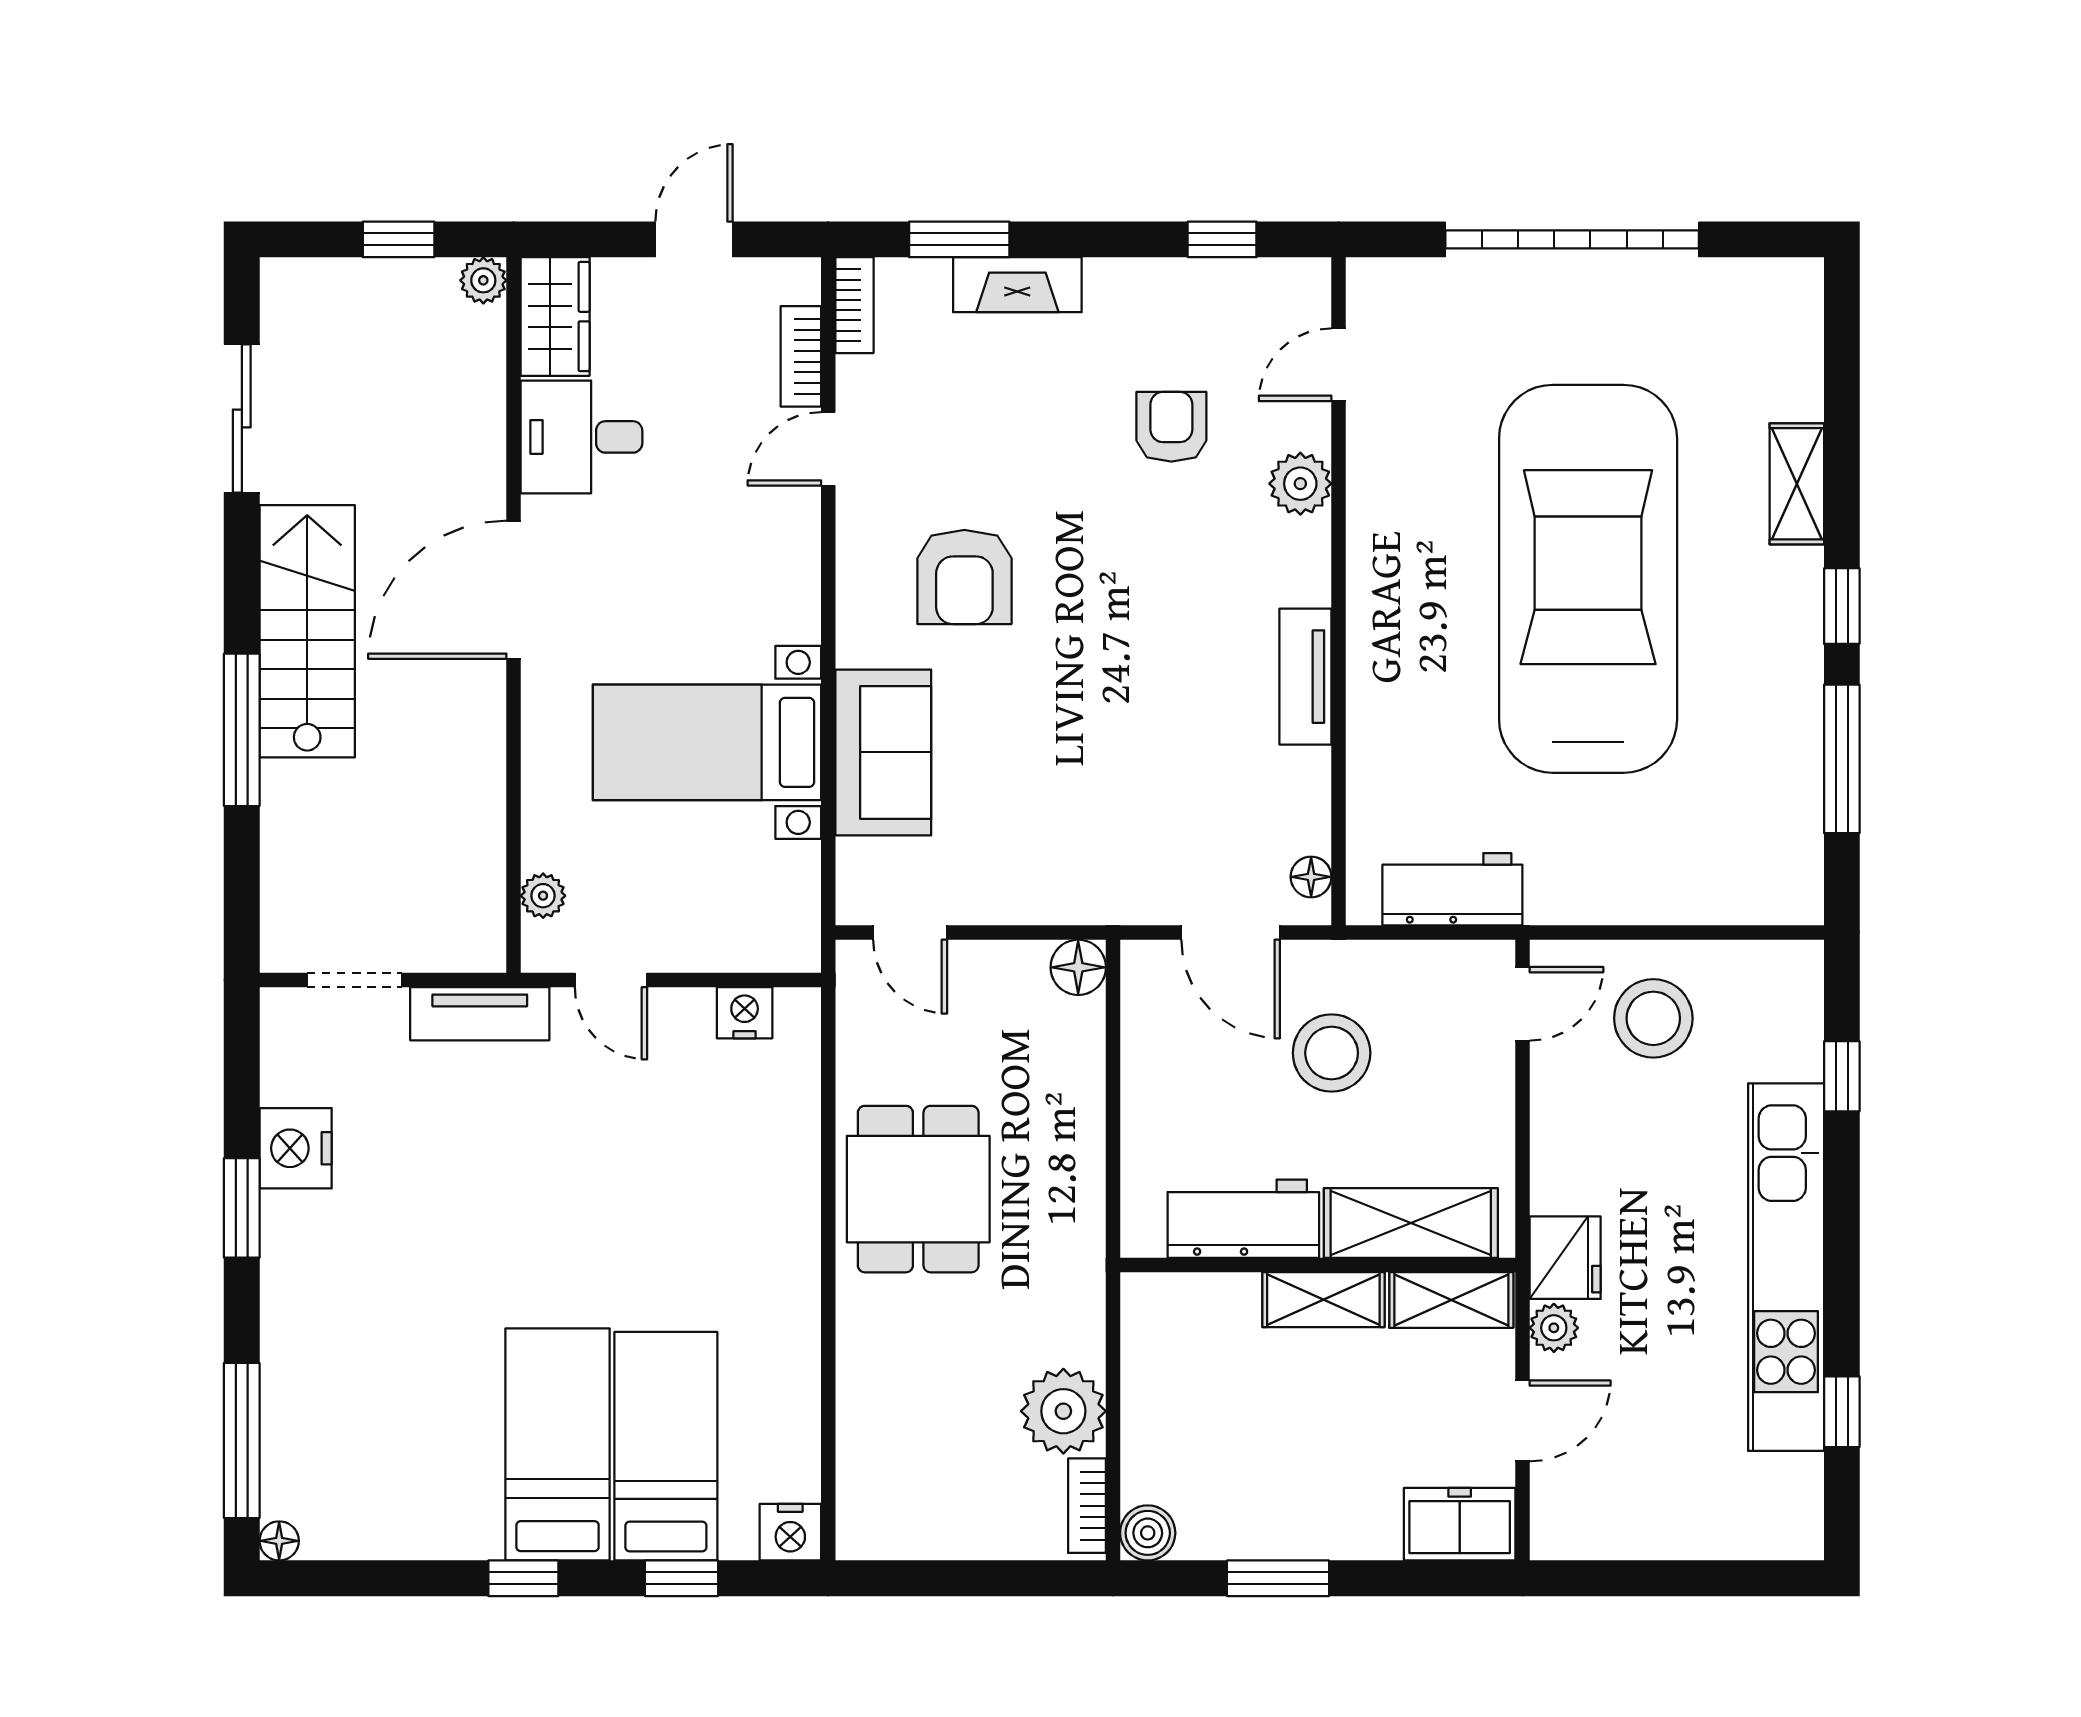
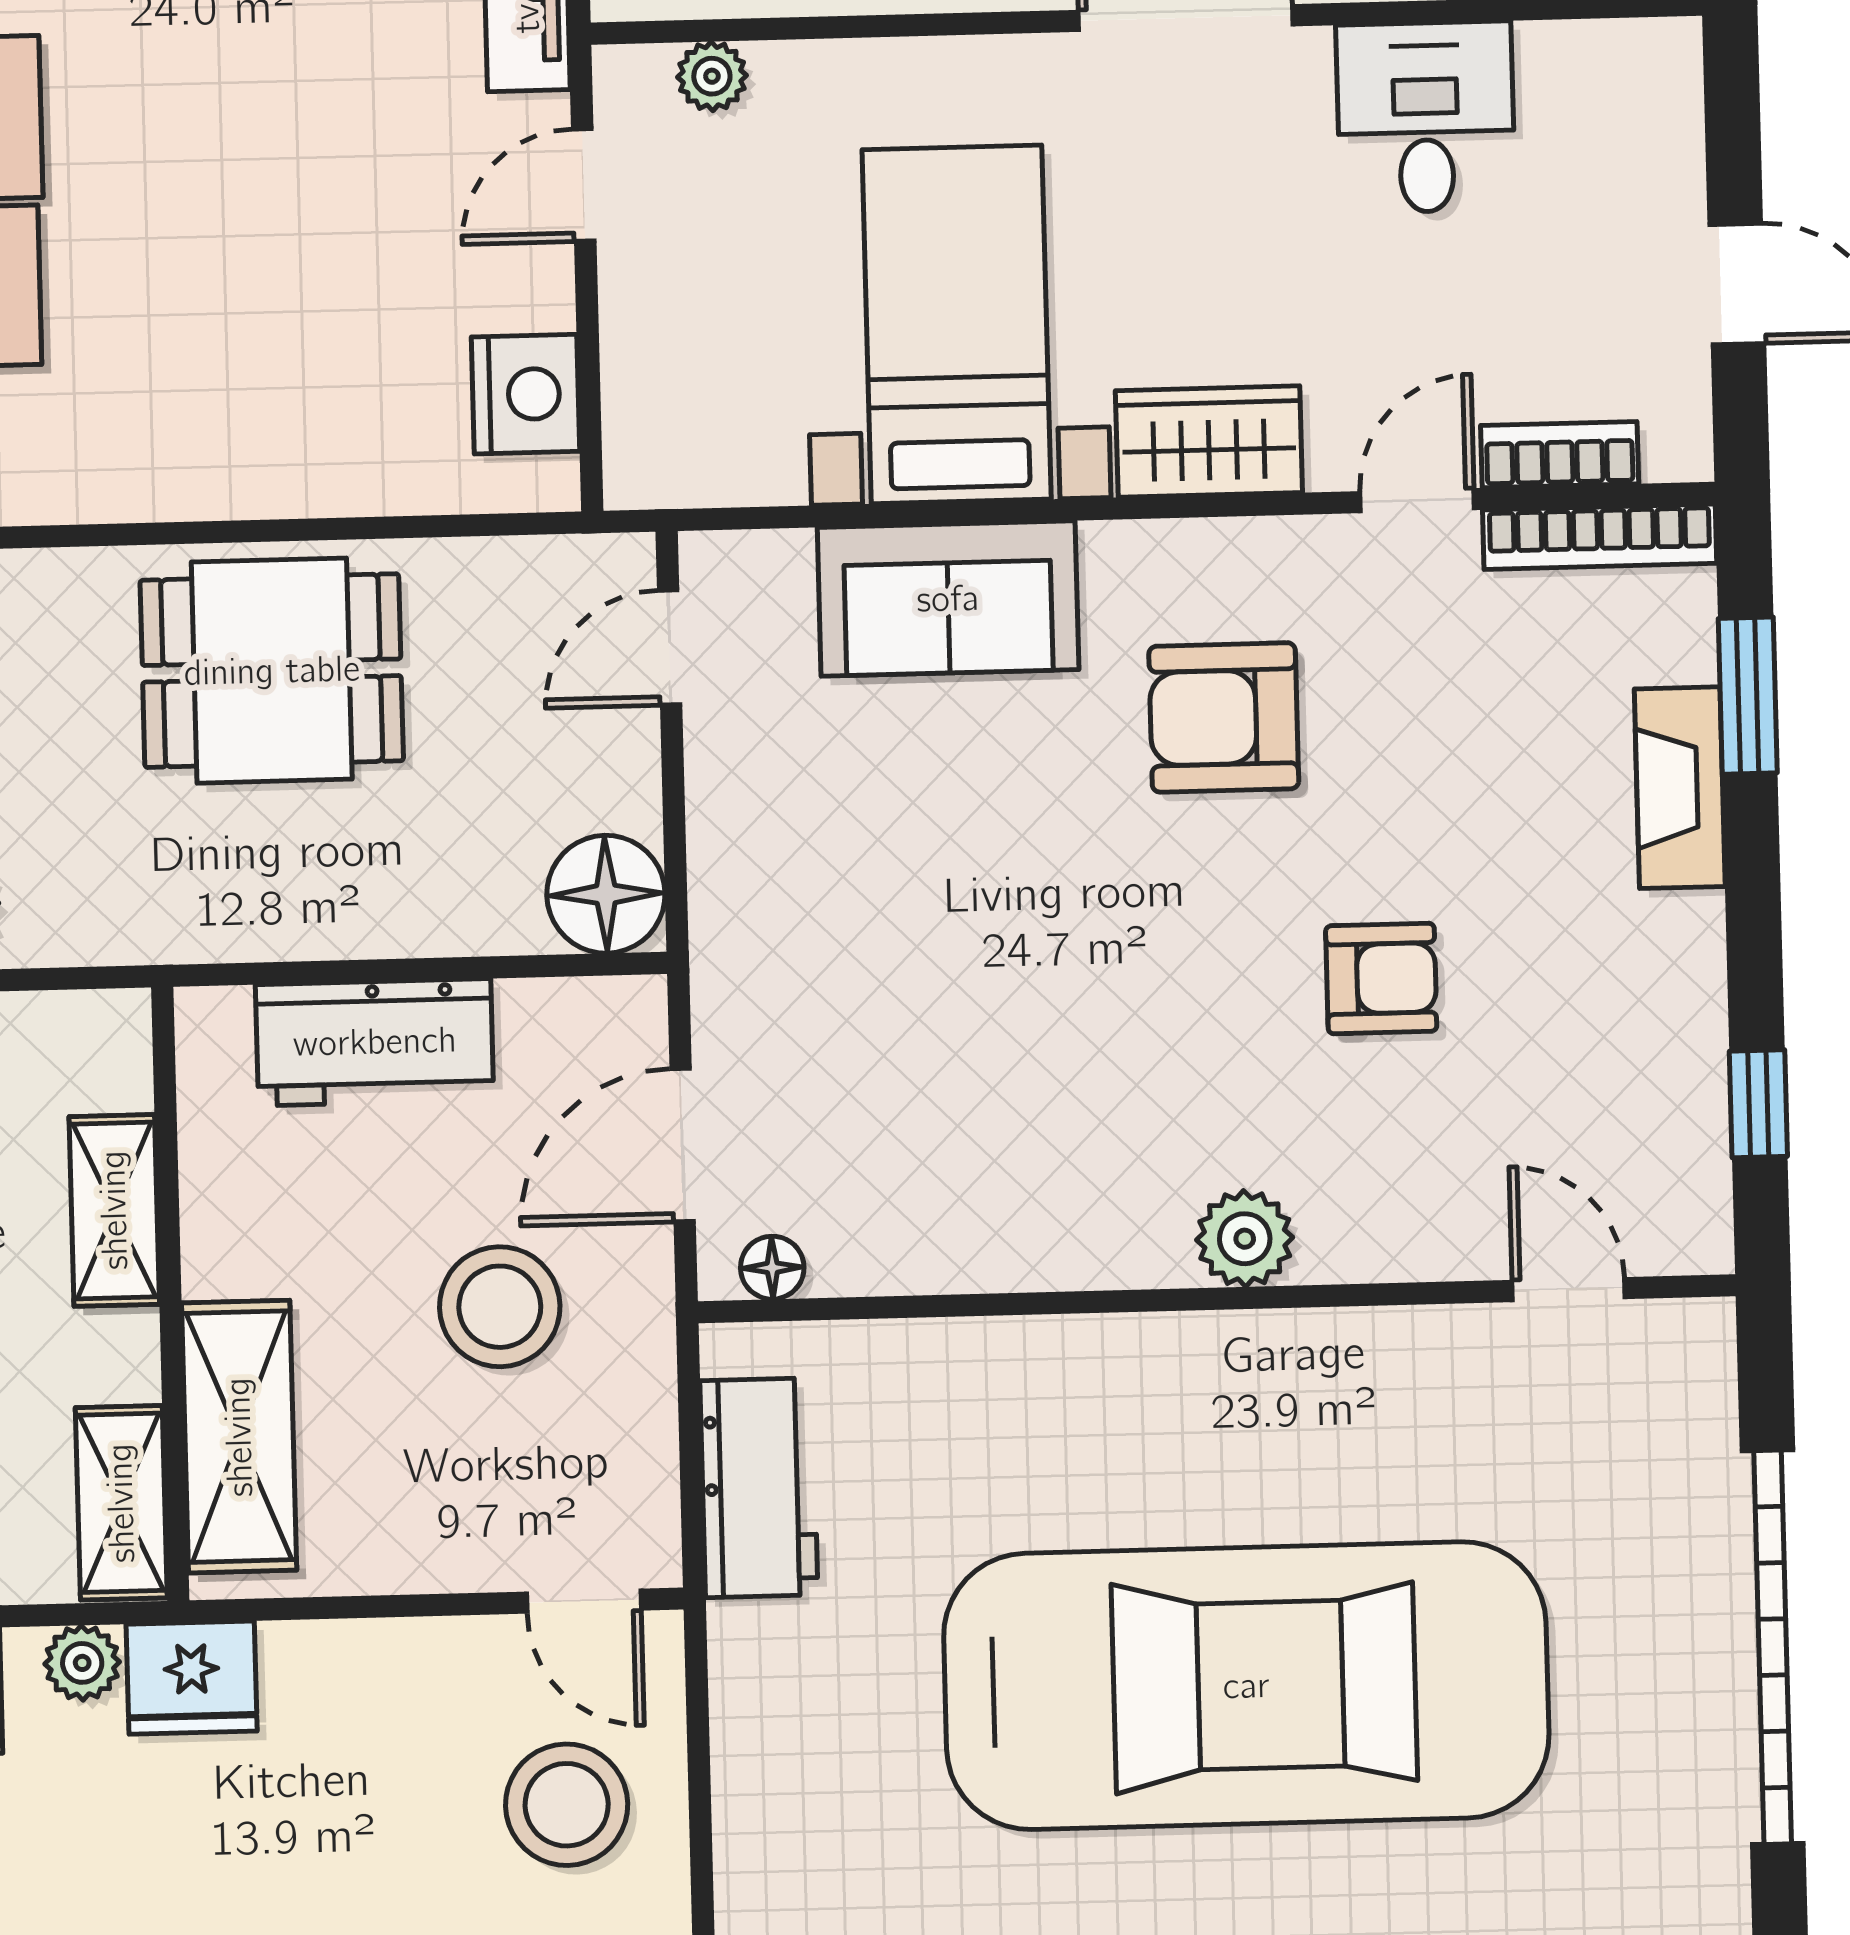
bookcase: (854, 305) -> (1600, 537), width x1.56
wardrobe: (555, 317) -> (1209, 442), moved, turned 180
armchair: (1171, 427) -> (1381, 979), moved
door: (828, 449) -> (1417, 501), hinge flipped
plant: (1300, 484) -> (1245, 1239), moved
tv unit: (1305, 677) -> (1083, 1251), removed
floor lamp: (1078, 967) -> (606, 894), width x1.38, depth x1.38
nightstand: (745, 1013) -> (525, 394), width x1.36, depth x1.33
workbench: (1243, 1219) -> (375, 1042), moved, turned 90
shelving: (1323, 1300) -> (114, 1210), moved

